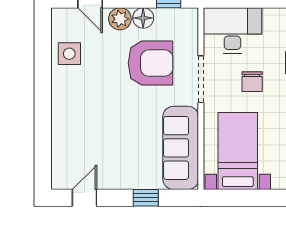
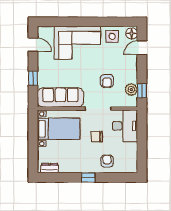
floor lamp: (143, 18) -> (132, 34), moved
plant: (120, 19) -> (131, 90), moved
armchair: (150, 63) -> (107, 81), width x0.53, depth x0.53
corner sofa: (81, 117) -> (77, 43), added

